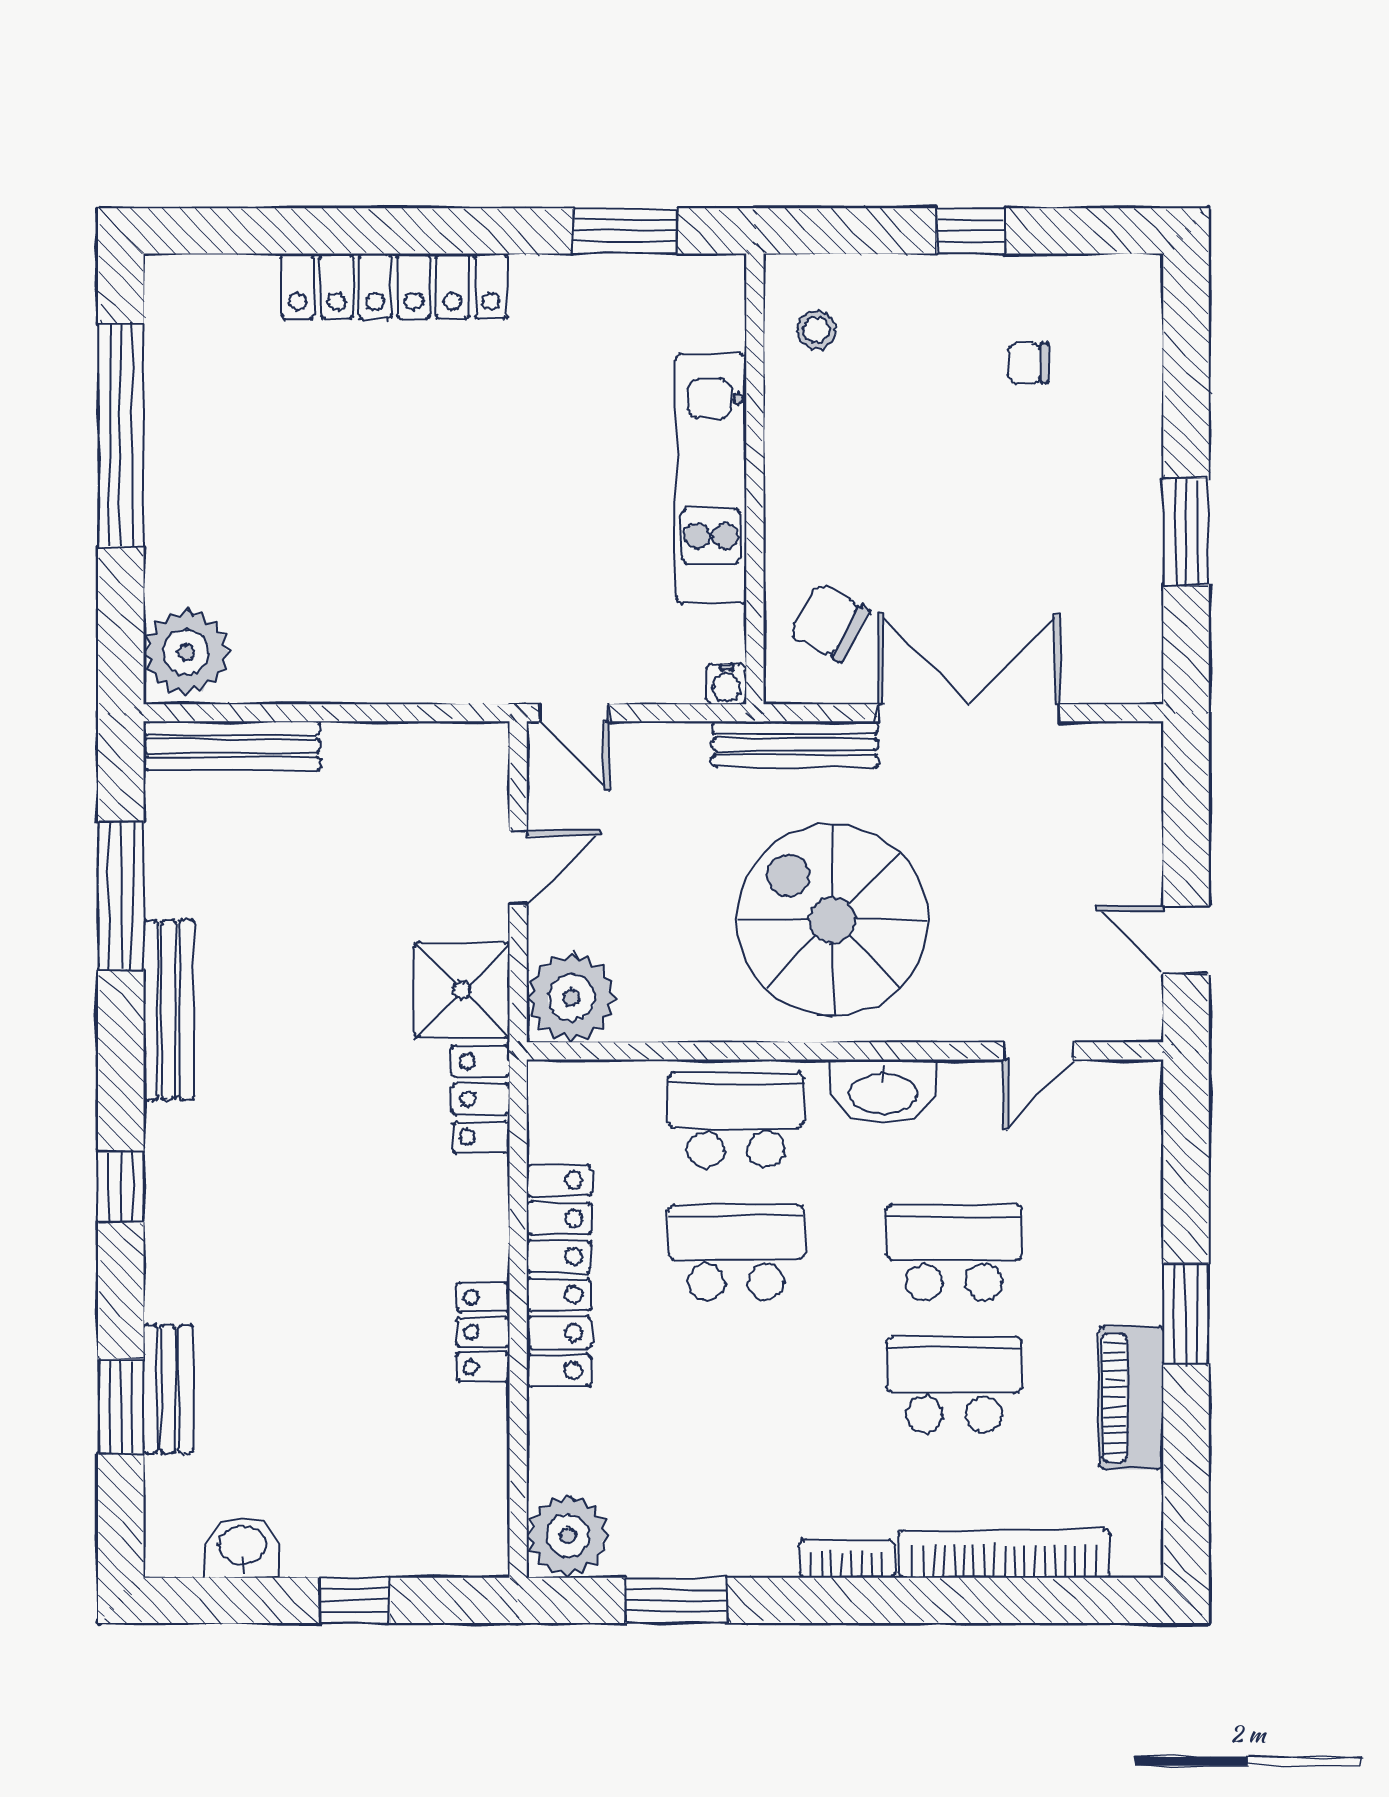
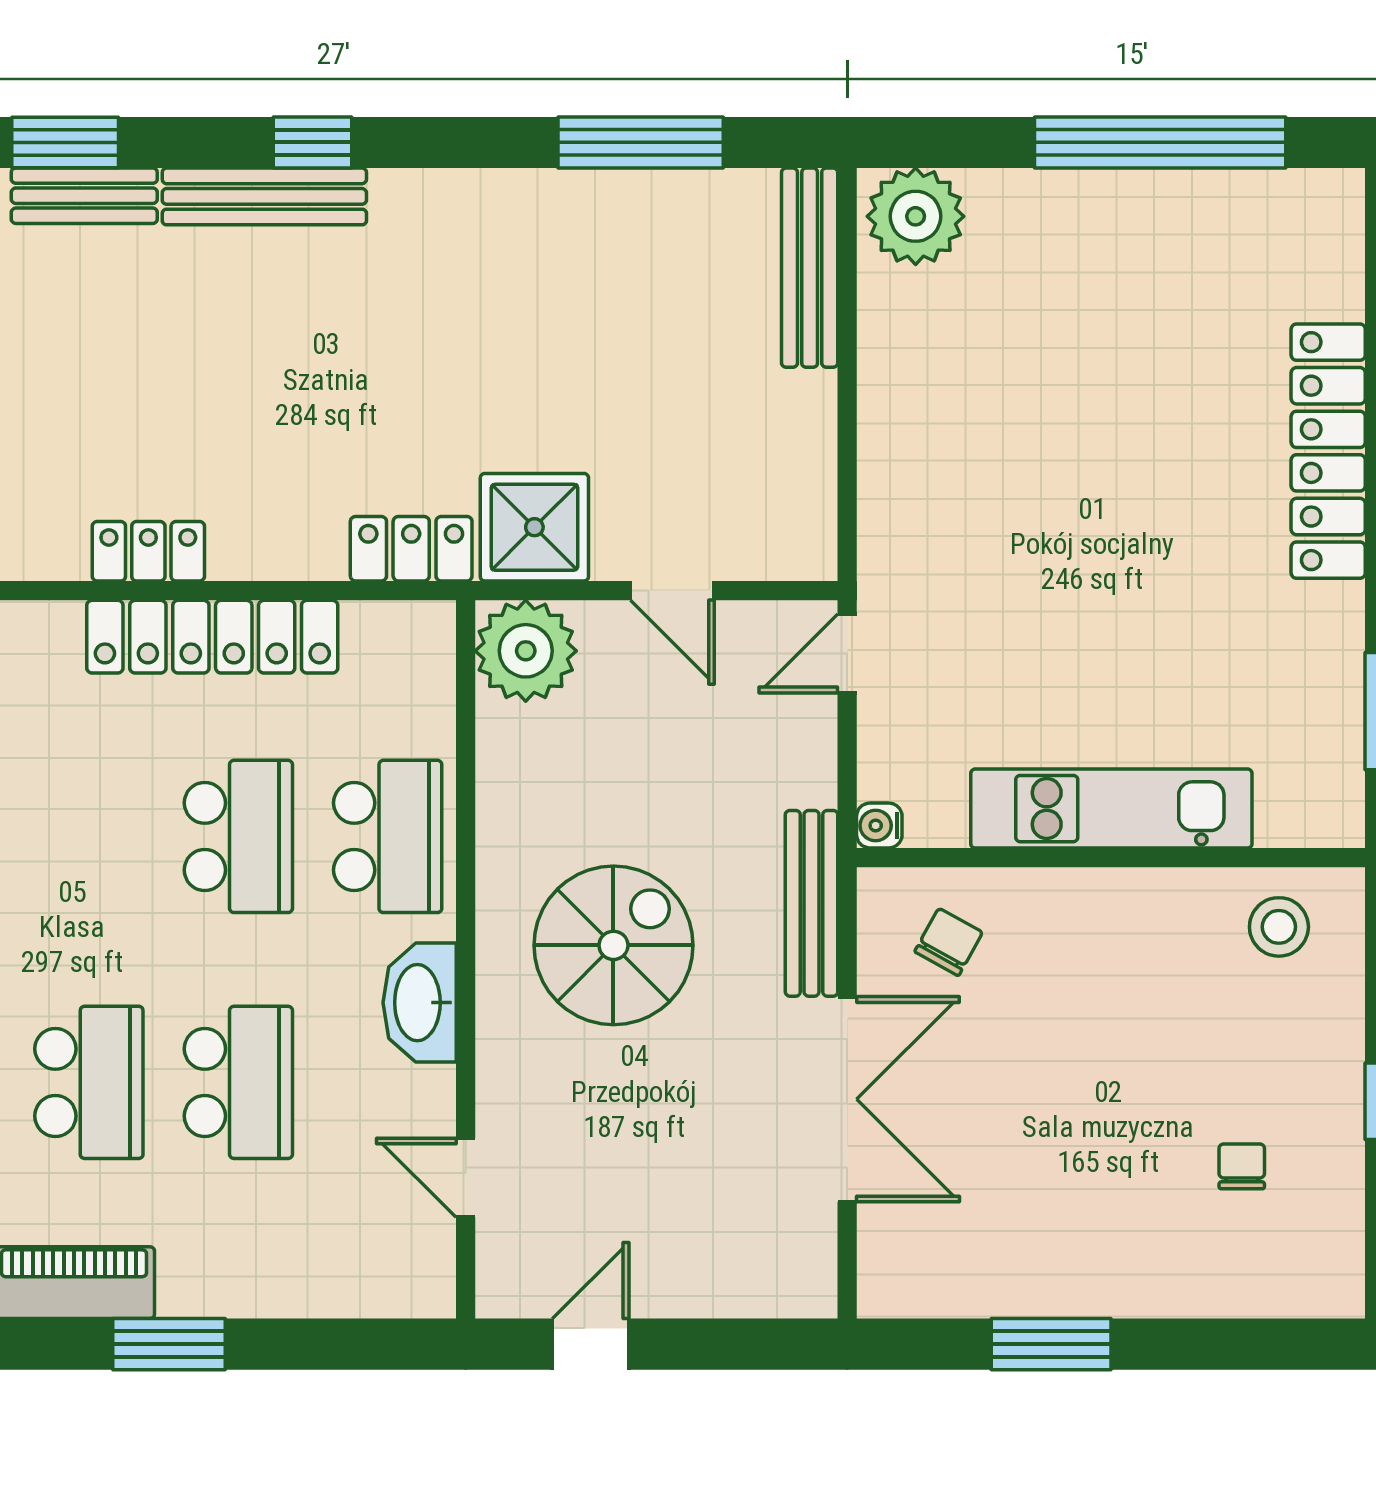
stool: (816, 330) -> (1279, 927), width x1.37, depth x1.37
chair: (830, 623) -> (949, 942), width x0.73, depth x0.73
spiral stairs: (833, 920) -> (613, 945), width x0.73, depth x0.73
bench: (169, 1010) -> (264, 196), moved

